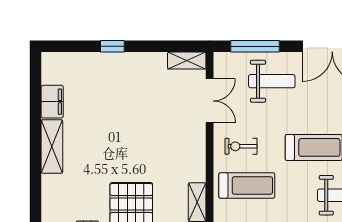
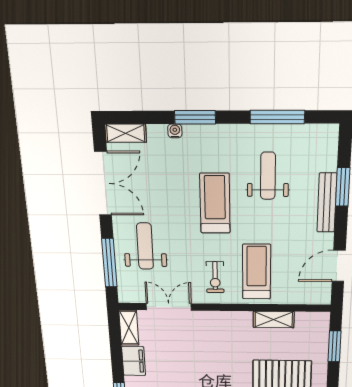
filing cabinet: (150, 63) -> (134, 361), added

